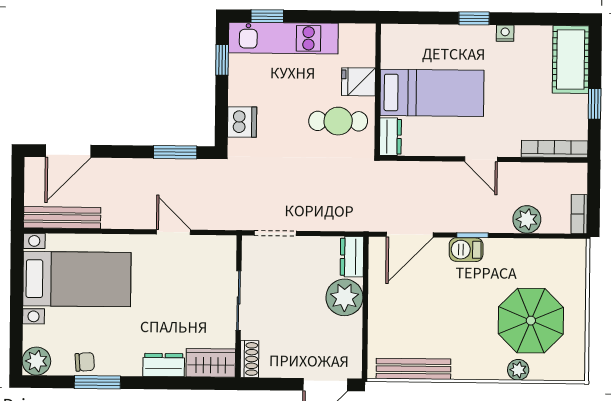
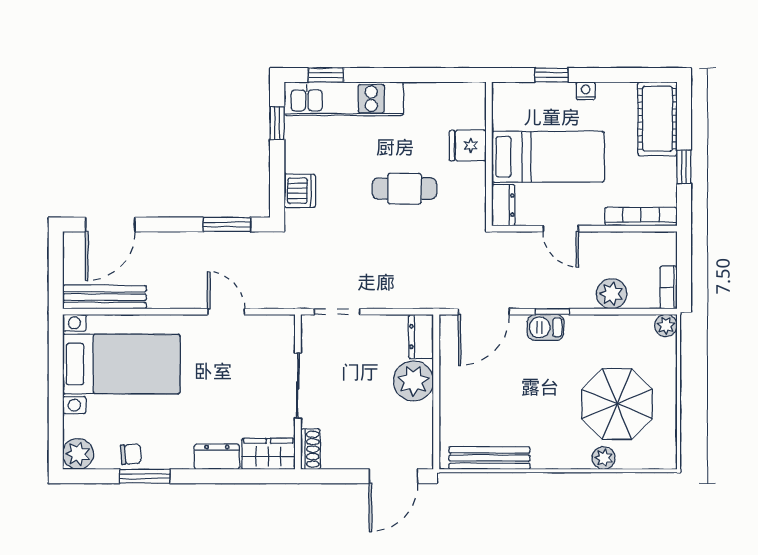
fridge: (358, 82) -> (468, 146), moved
wall: (378, 90) -> (489, 154), moved
bed: (432, 93) -> (548, 157), moved
dresser: (390, 137) -> (503, 205), moved
plant: (576, 249) -> (666, 326), added

